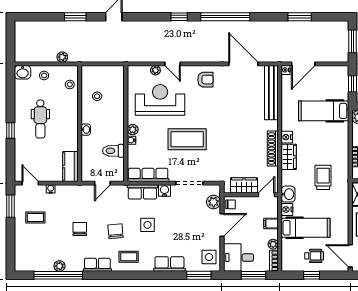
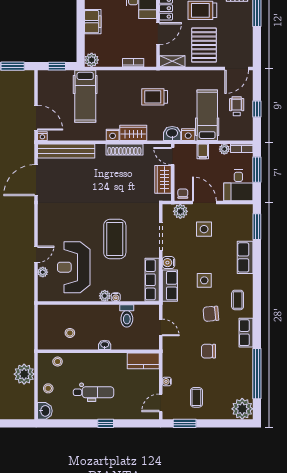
plant: (62, 57) -> (24, 374), width x1.87, depth x1.87
armchair: (205, 80) -> (52, 220), removed
side table: (209, 257) -> (204, 229), moved
plant: (60, 266) -> (242, 409), moved, width x1.87, depth x1.87

